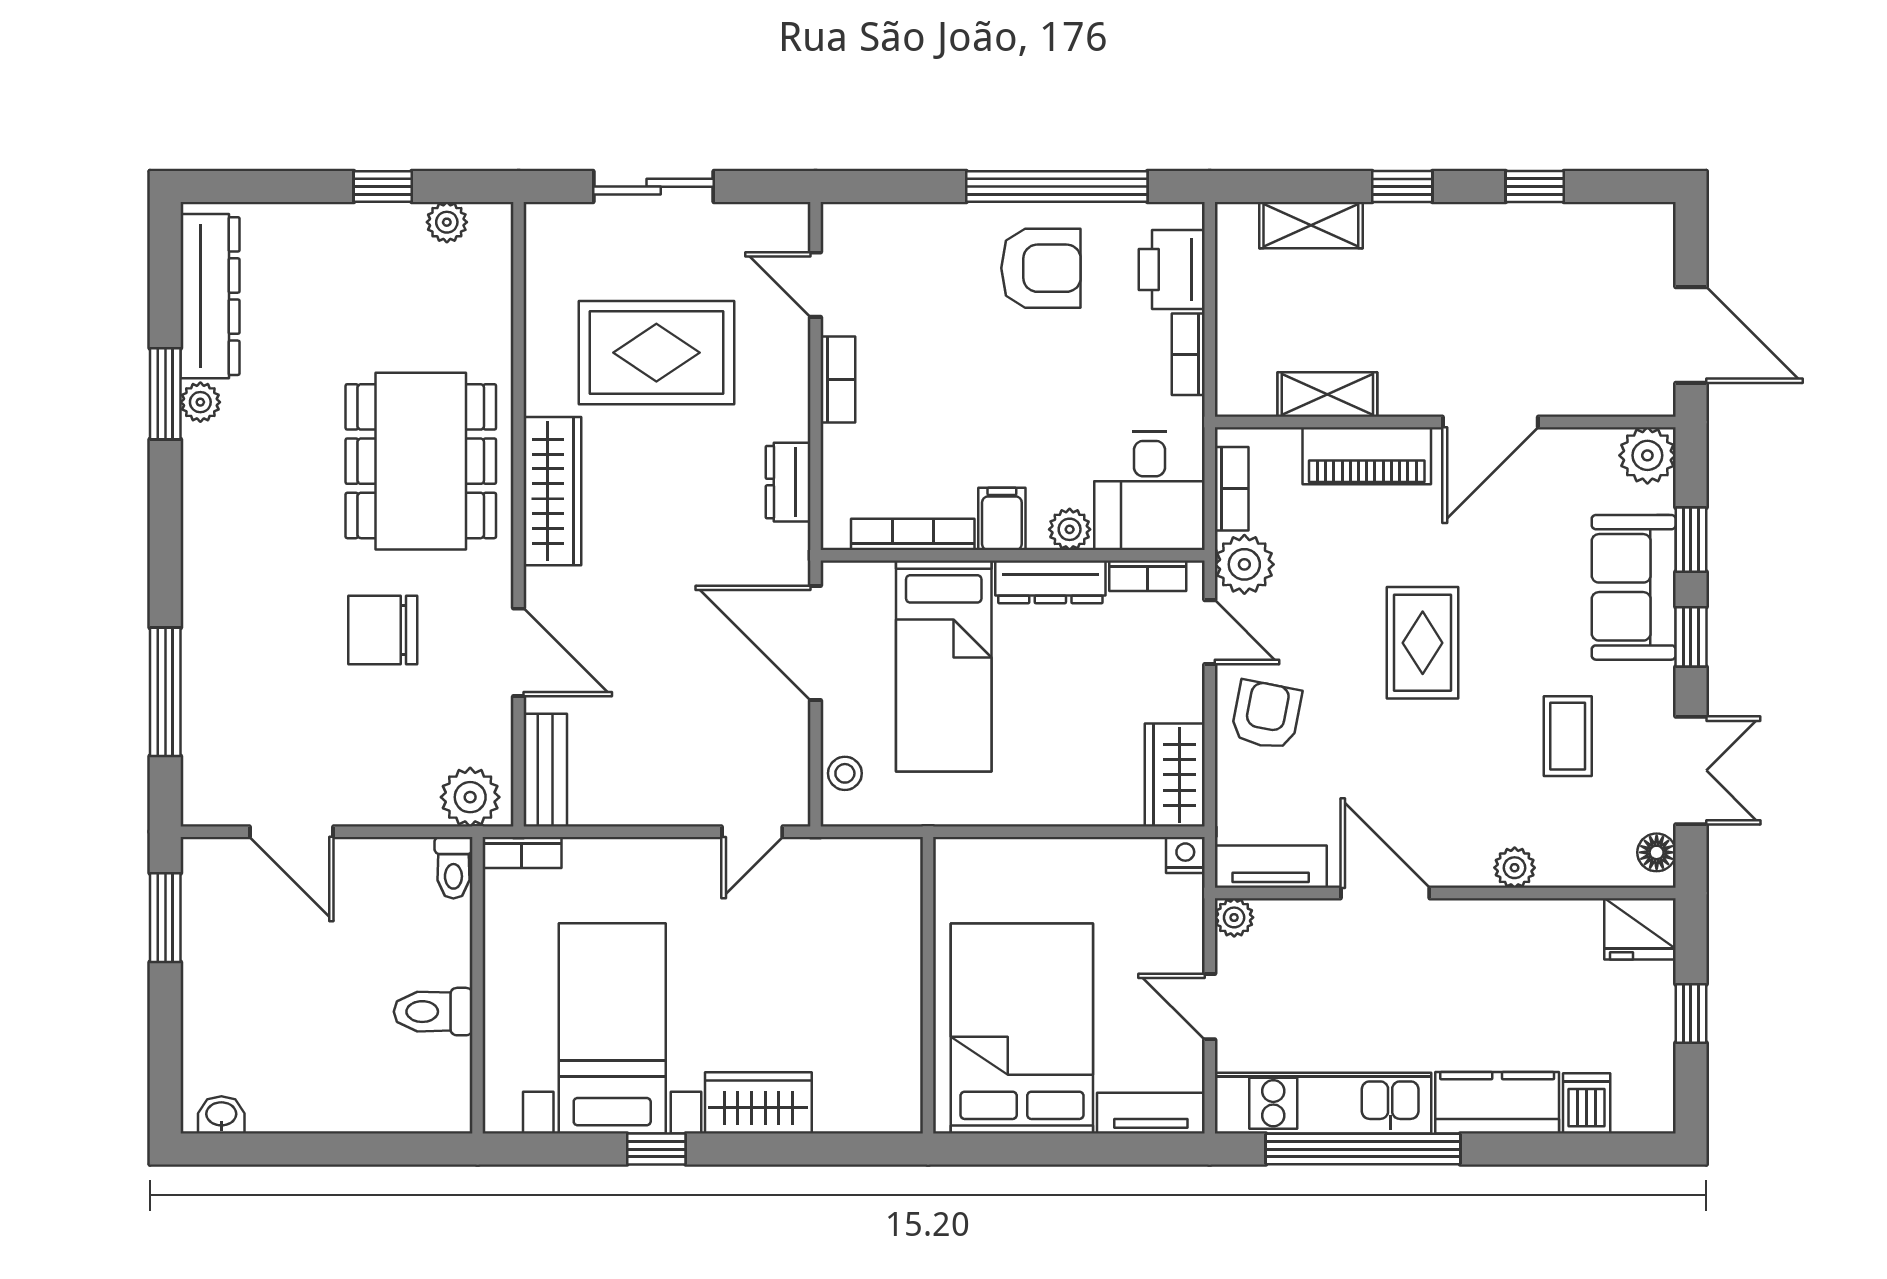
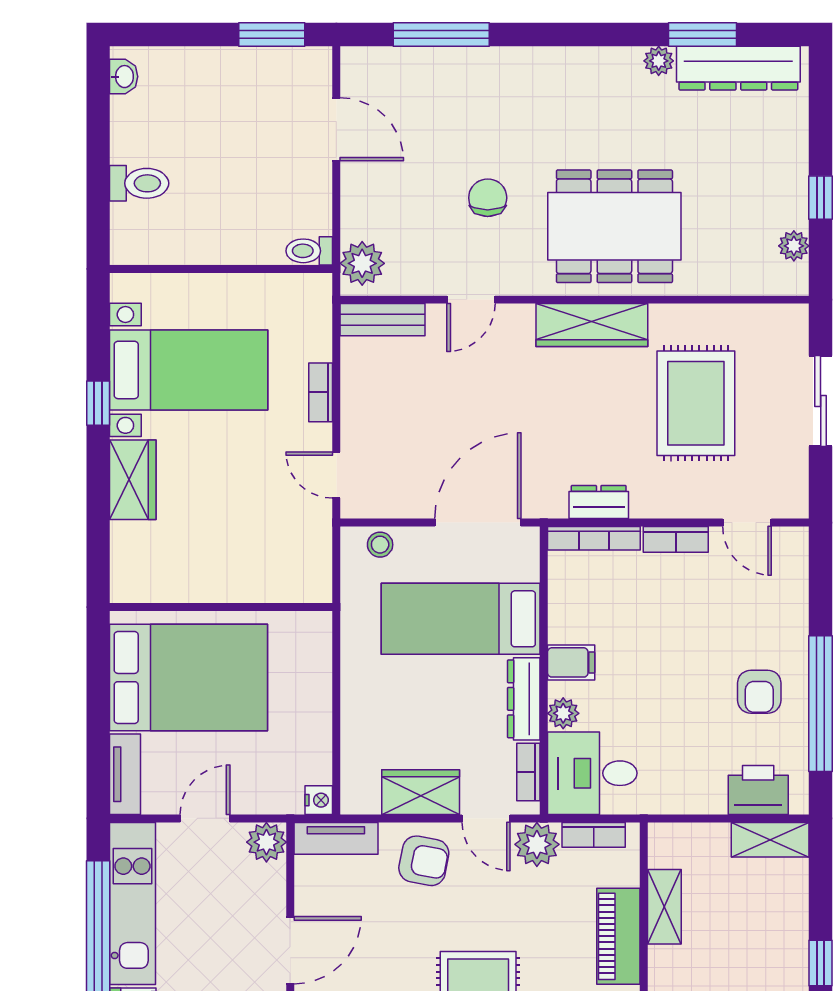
shelving: (1311, 225) -> (770, 840), moved, turned 90
armchair: (1041, 268) -> (759, 692), width x0.72, depth x0.72
door: (815, 285) -> (747, 523), swing flipped
bookcase: (1188, 354) -> (695, 802), removed
window: (165, 394) -> (703, 35), moved
bookcase: (913, 534) -> (594, 538), moved, turned 90
chair: (383, 630) -> (488, 198), width x0.73, depth x0.73
door: (1210, 632) -> (486, 818), hinge flipped
door: (519, 652) -> (471, 300), width x0.73
wardrobe: (1175, 775) -> (421, 792), moved
door: (292, 832) -> (336, 129), swing flipped
bookcase: (522, 852) -> (321, 392), moved
tv unit: (1271, 867) -> (336, 838), moved, turned 90
plant: (1234, 917) -> (266, 842), width x1.38, depth x1.38
toilet: (433, 1012) -> (139, 183), moved, turned 90

